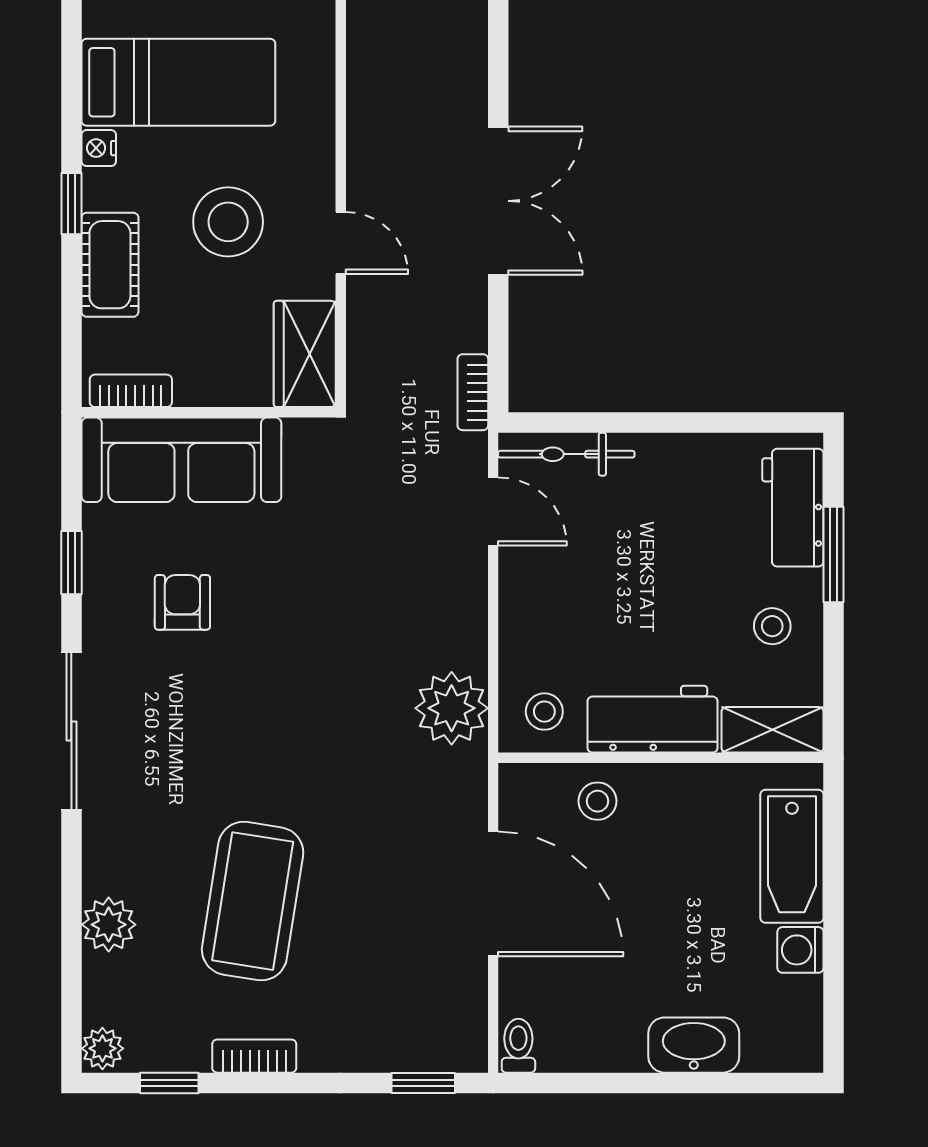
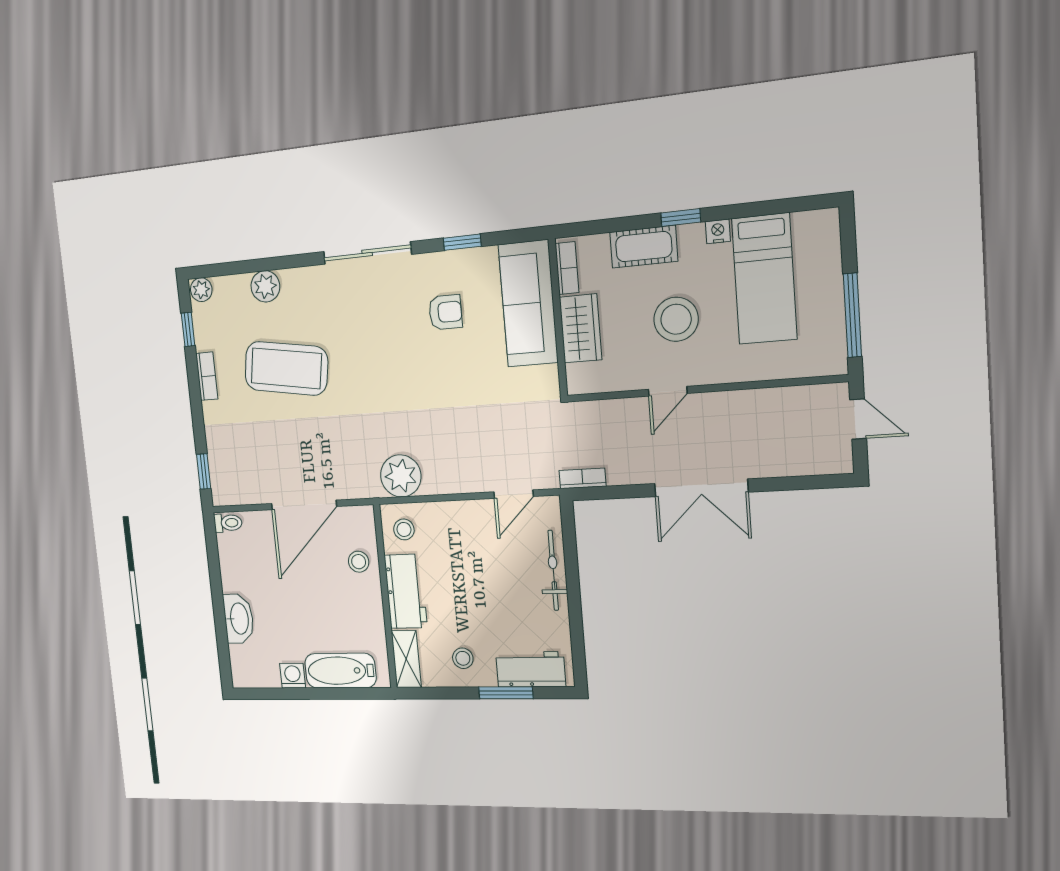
wardrobe: (305, 354) -> (580, 328), moved, turned 90
bicycle: (566, 454) -> (553, 570), moved

